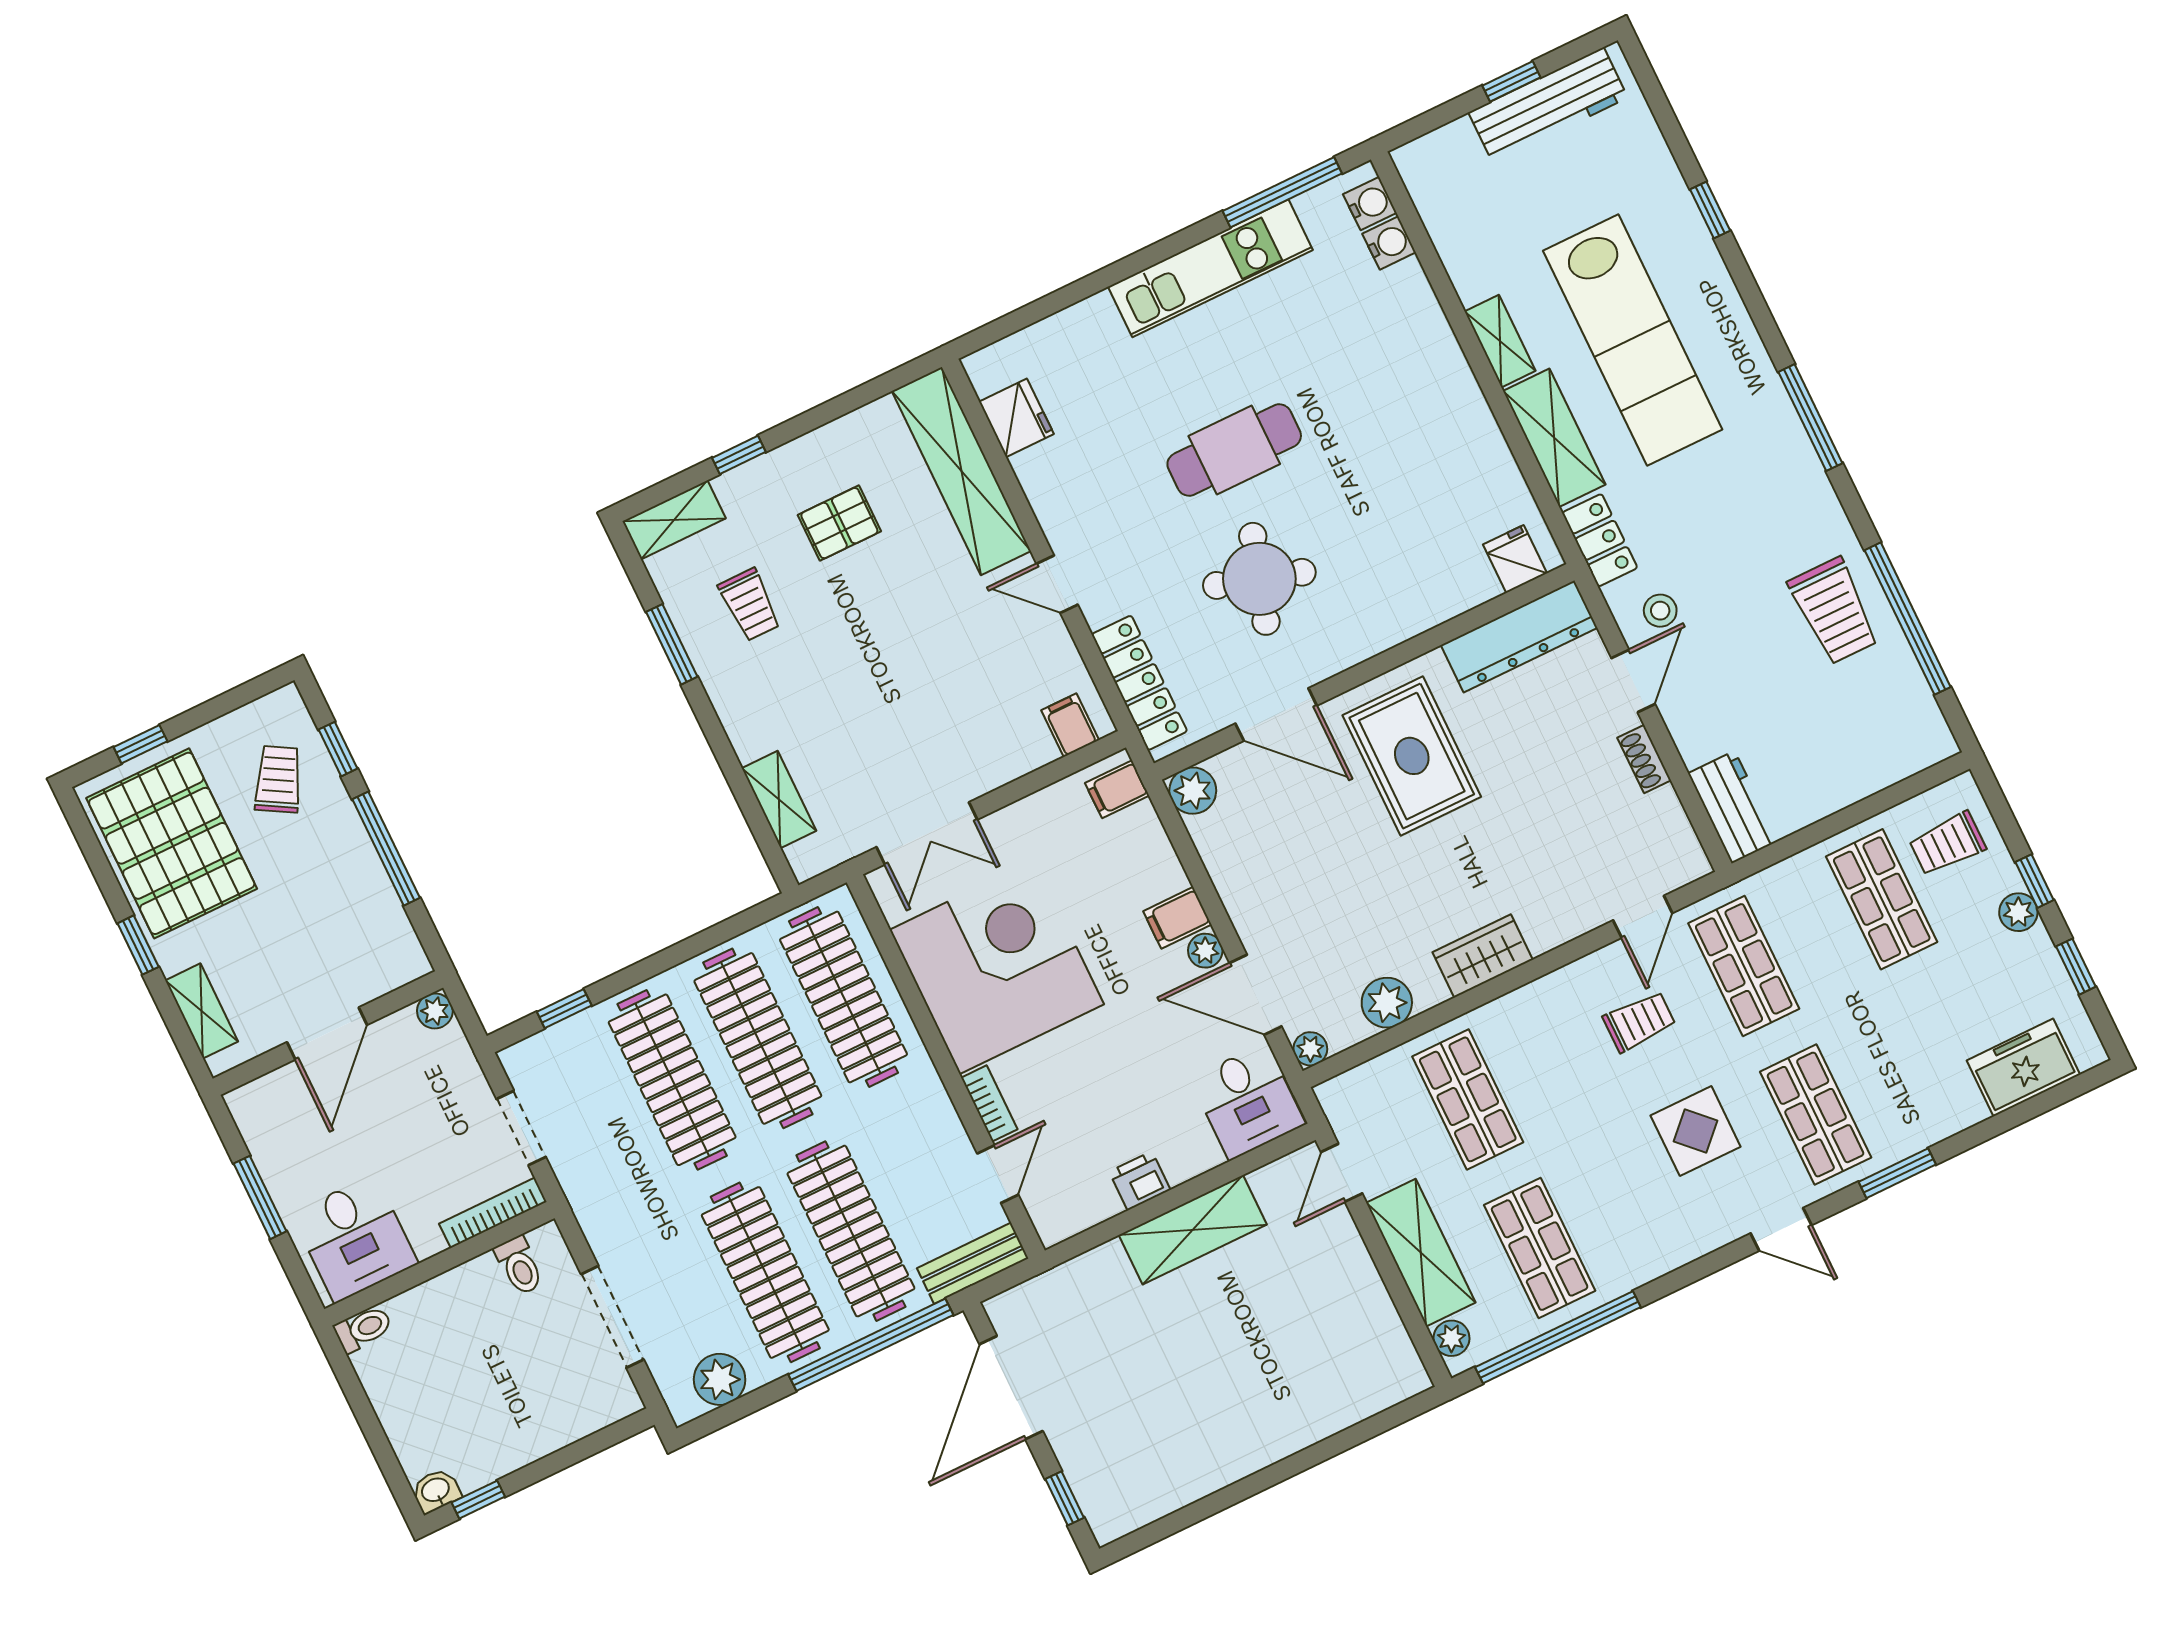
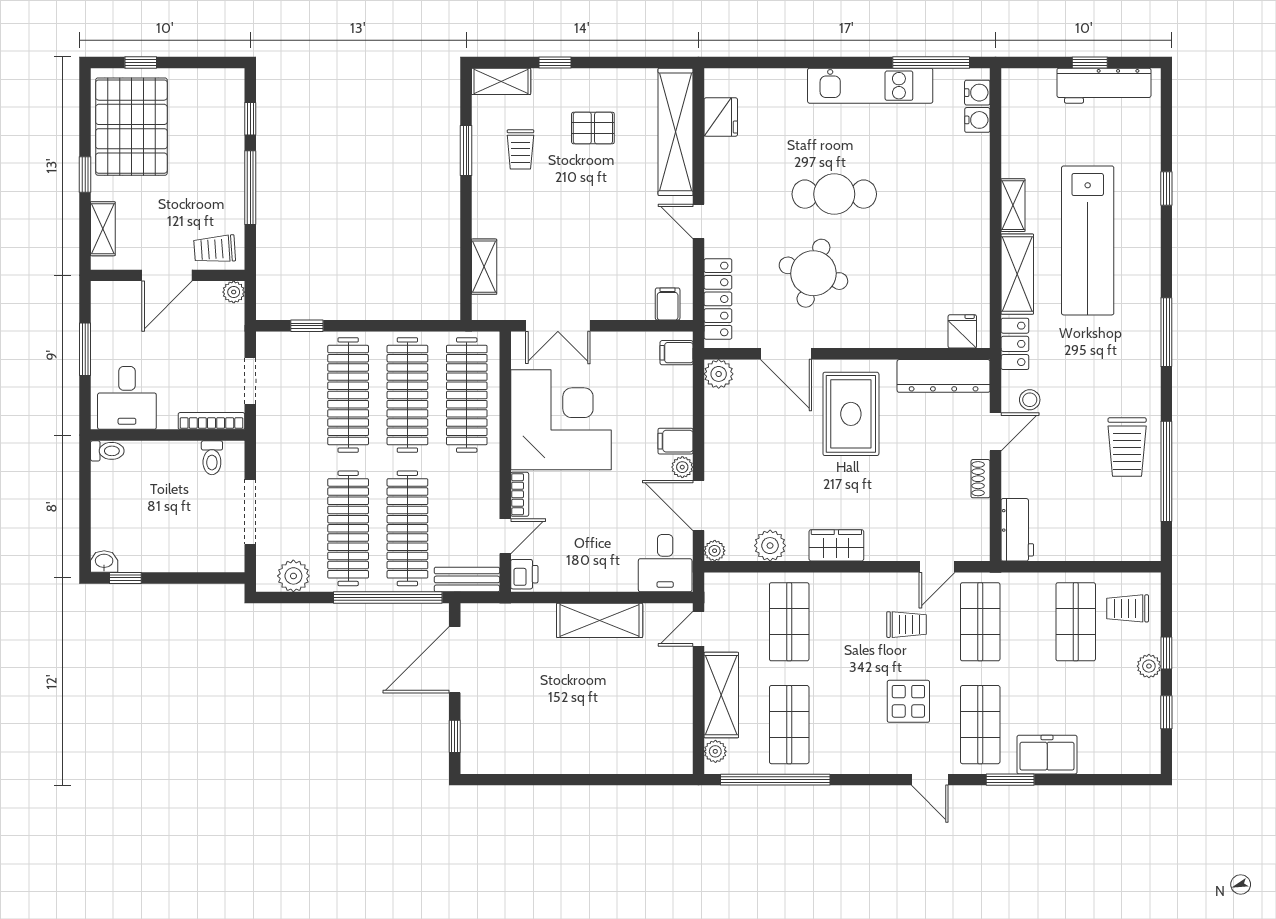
trolley: (278, 779) -> (215, 249), moved, turned -124
freezer: (2023, 1067) -> (1047, 755), moved
printer: (1140, 1181) -> (524, 574), moved, turned 90

